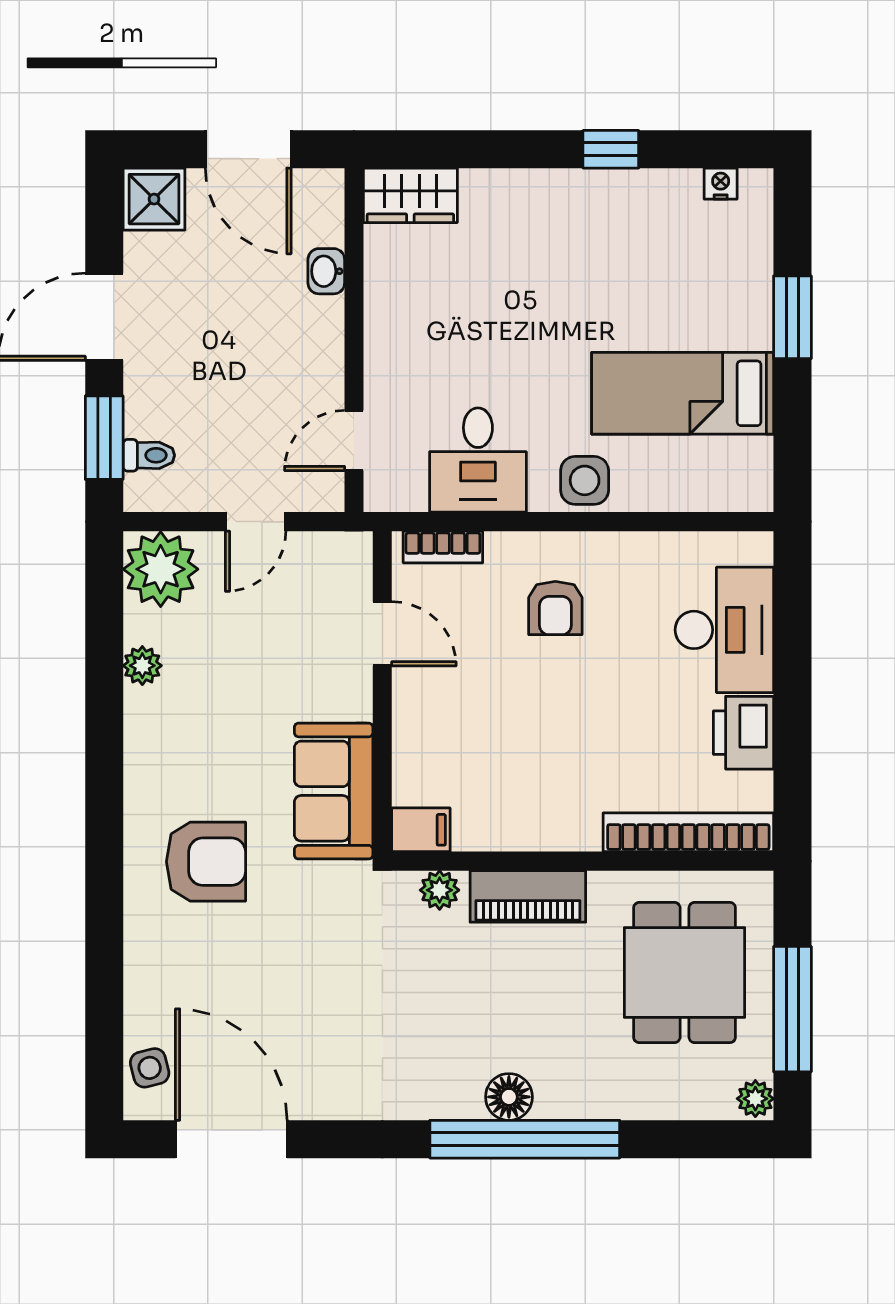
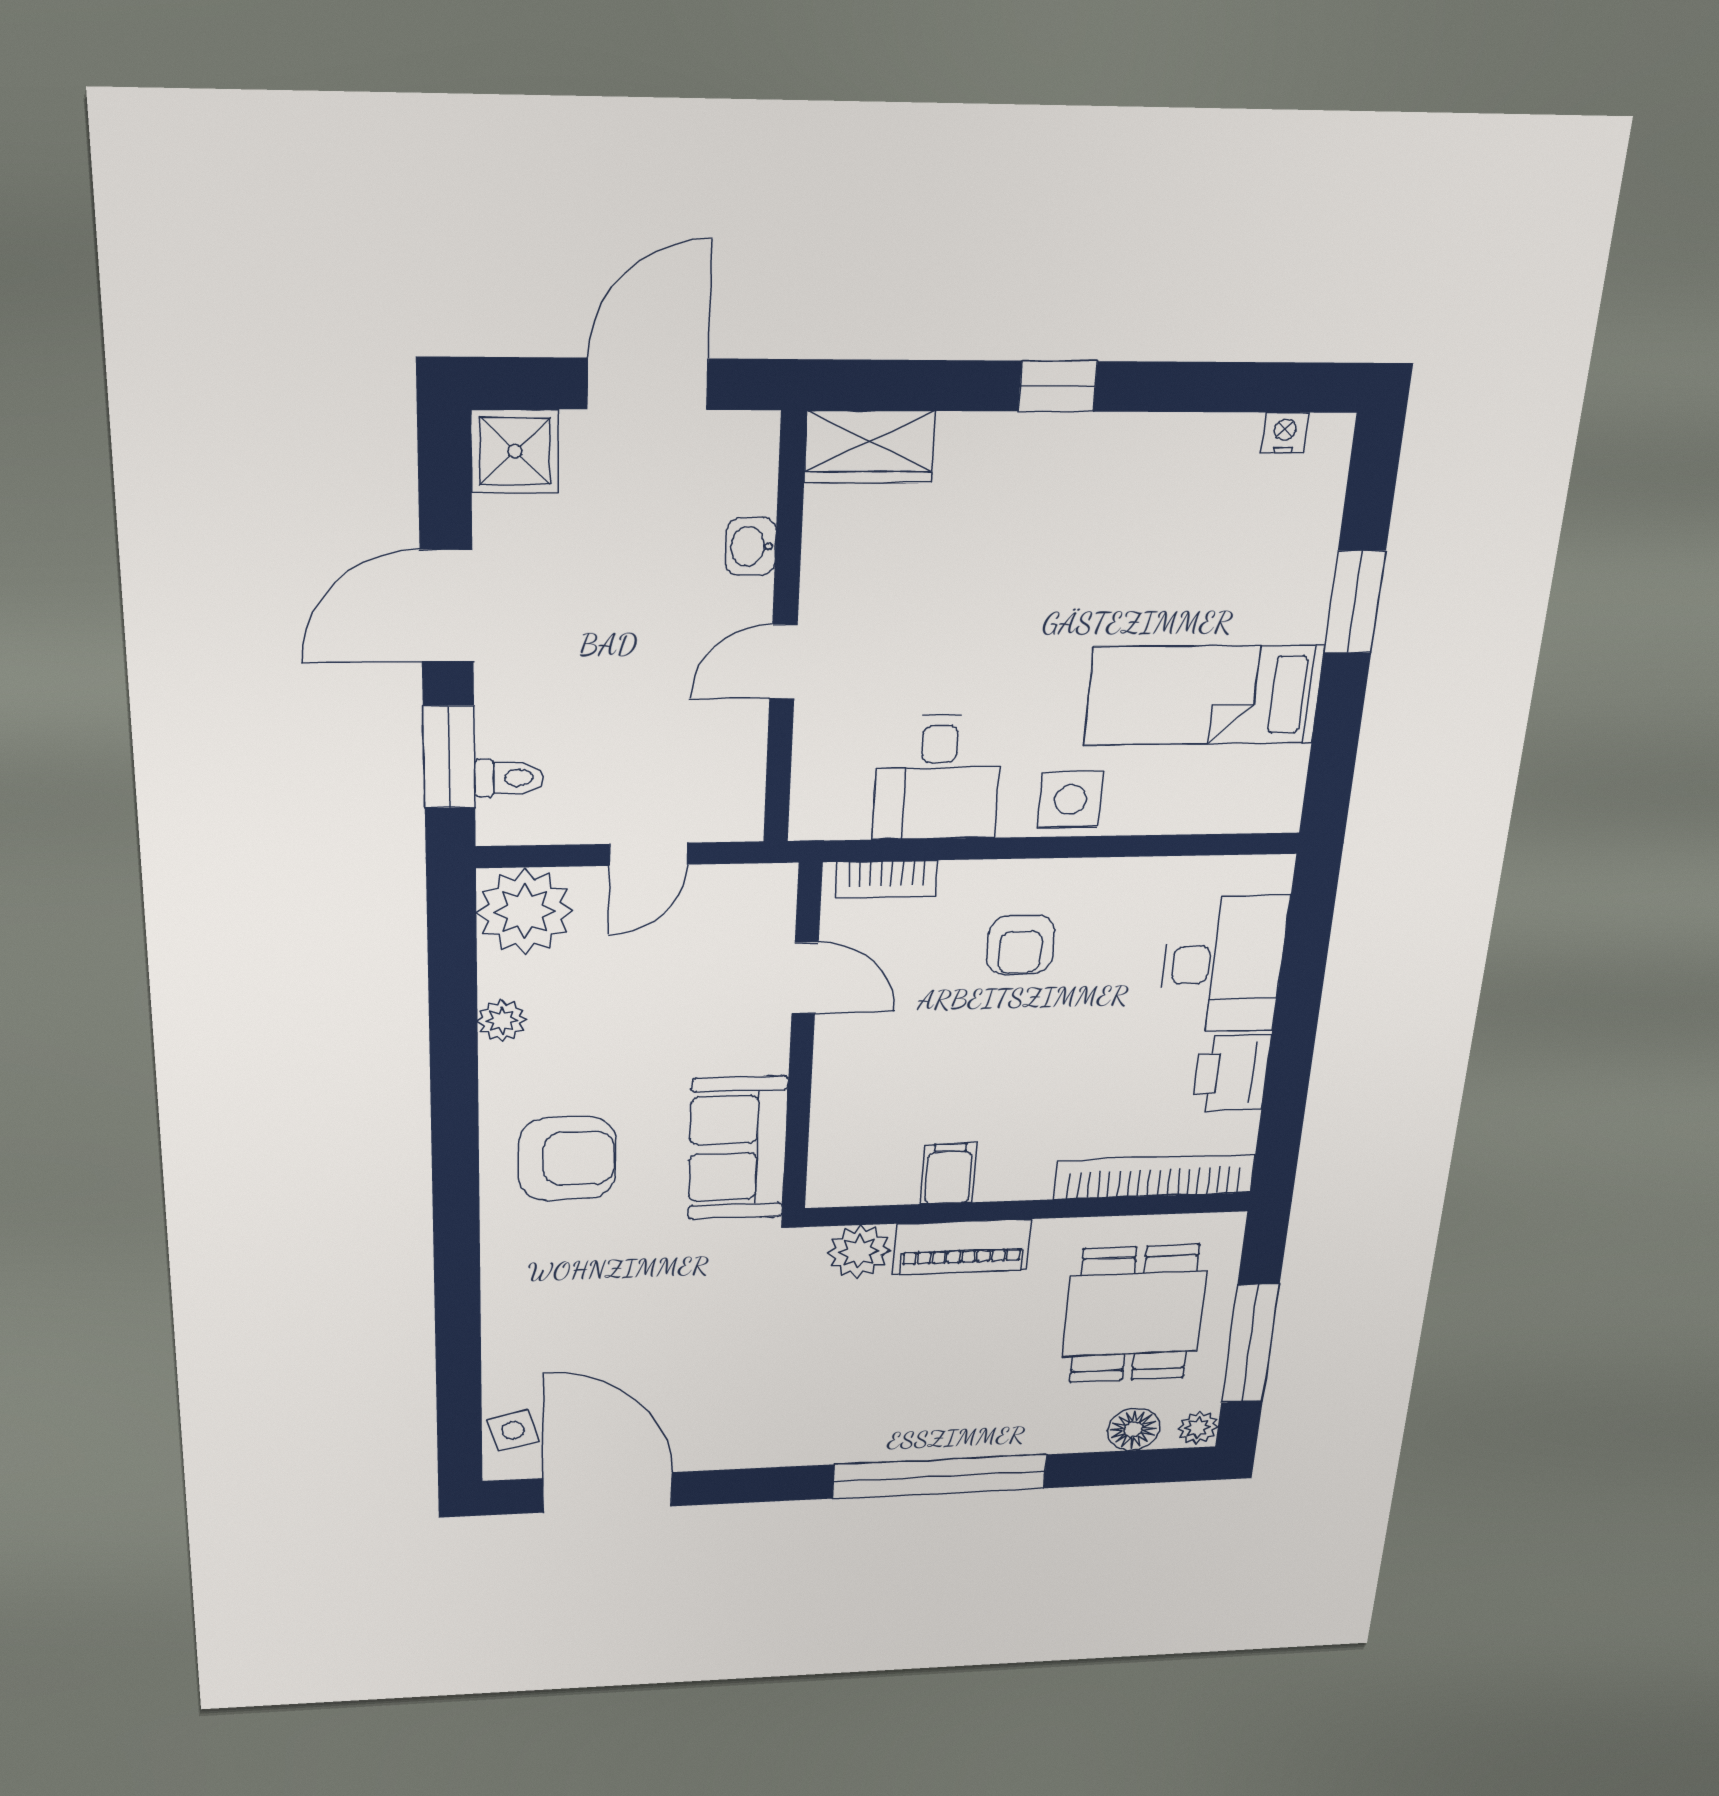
door: (248, 149) -> (648, 384), swing flipped
window: (611, 149) -> (1058, 386), moved
door: (354, 440) -> (783, 661), moved
filing cabinet: (421, 830) -> (949, 1174), moved, turned -90
armchair: (206, 862) -> (567, 1159), moved
plant: (440, 890) -> (859, 1252), width x1.38, depth x1.38
floor lamp: (509, 1097) -> (1133, 1429), moved

